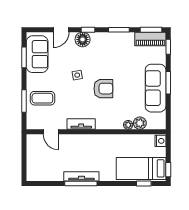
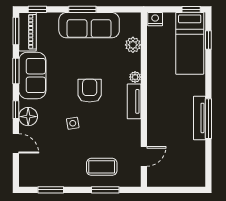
sofa: (37, 54) -> (32, 75), moved, turned 90
coffee table: (42, 98) -> (102, 167), turned 90
tv unit: (81, 124) -> (134, 101), moved
plant: (128, 125) -> (135, 77), moved

